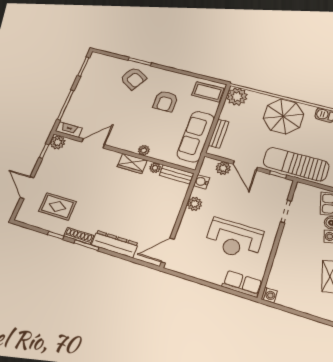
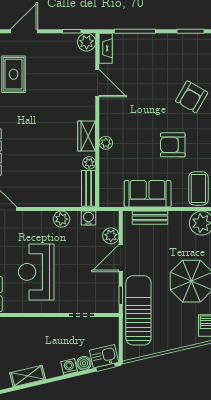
sofa: (196, 136) -> (148, 194), width x0.73

